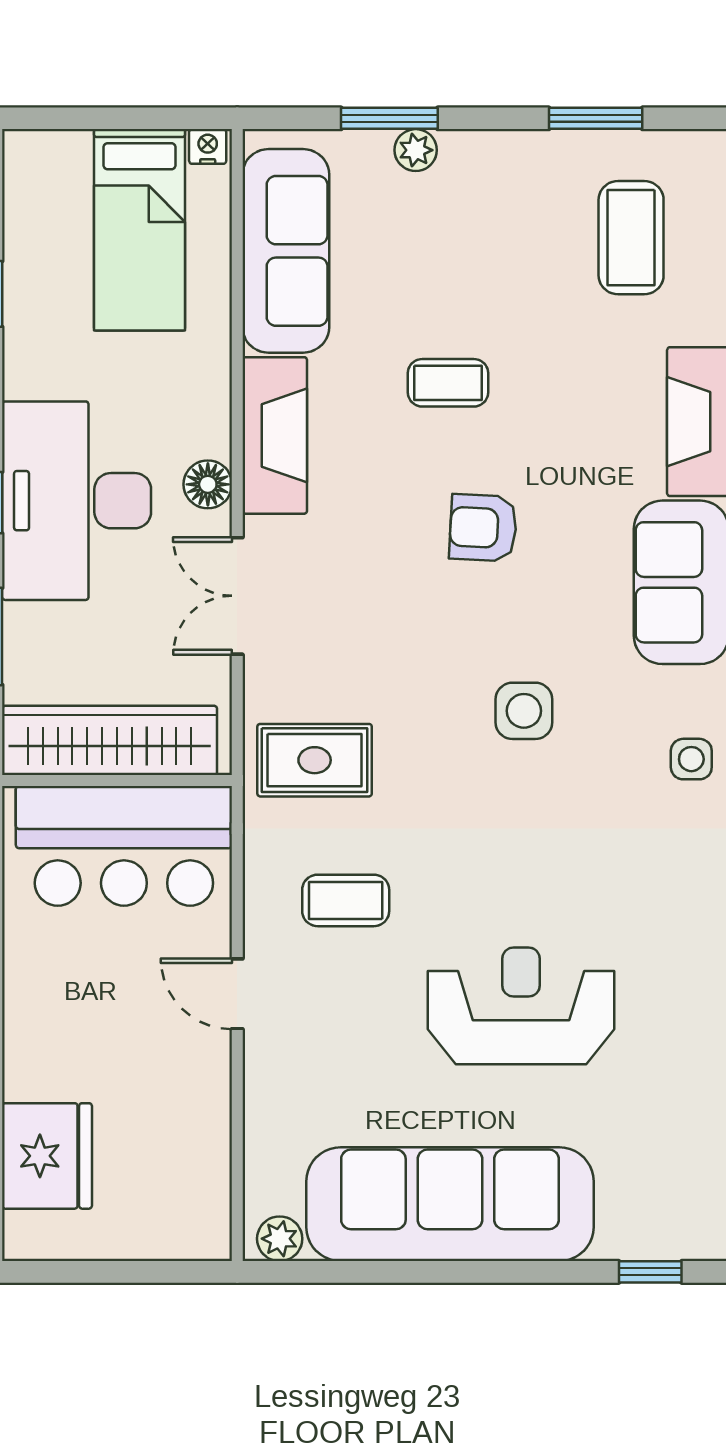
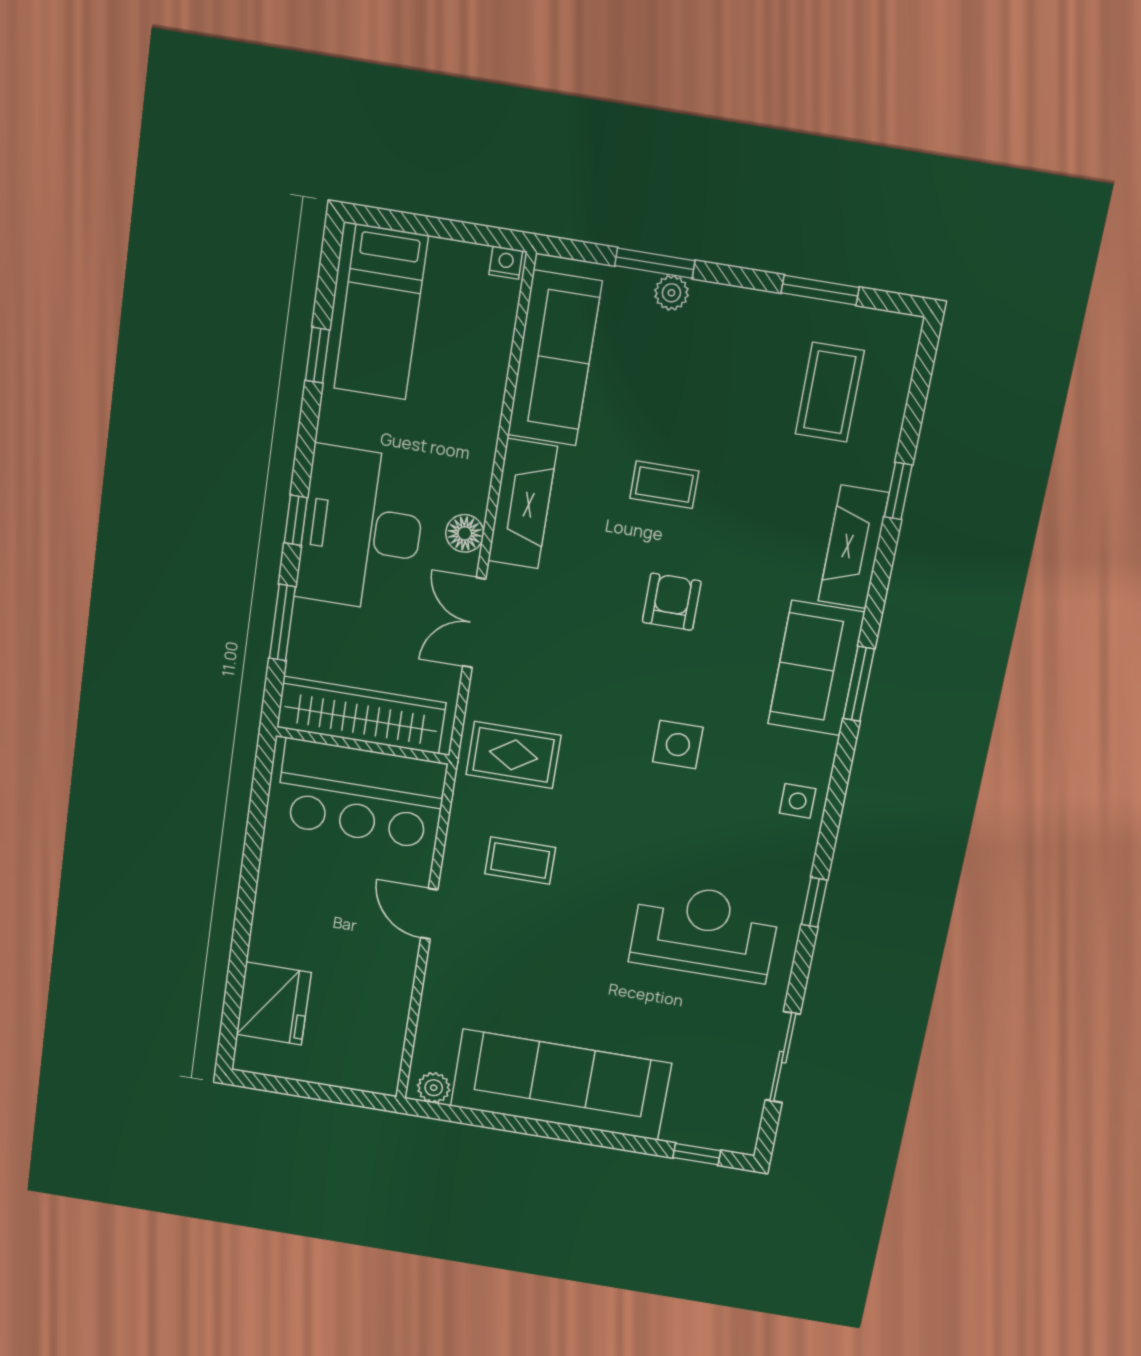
bed: (140, 230) -> (381, 312), moved
armchair: (483, 528) -> (672, 602), turned 87
reception desk: (521, 1006) -> (704, 932), moved

